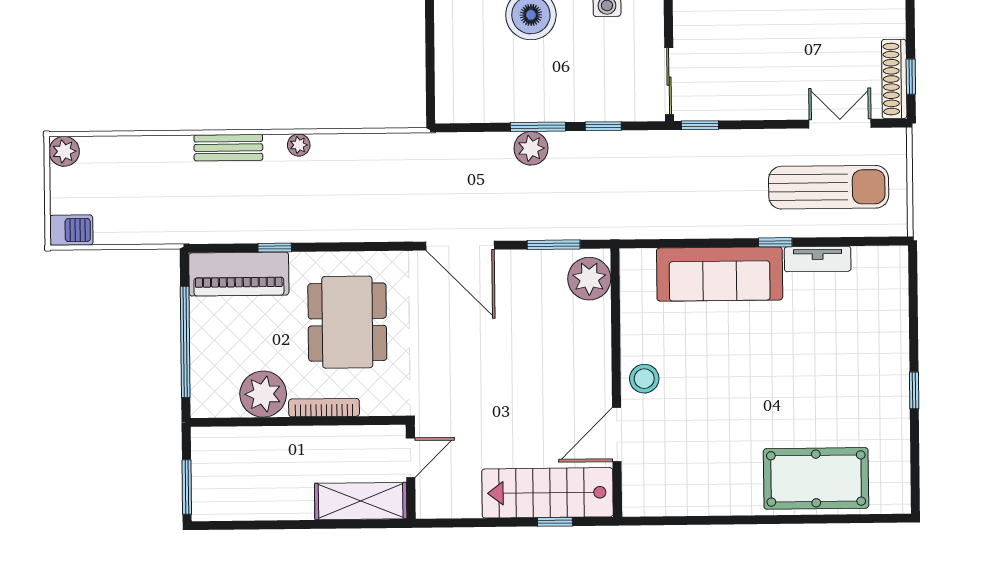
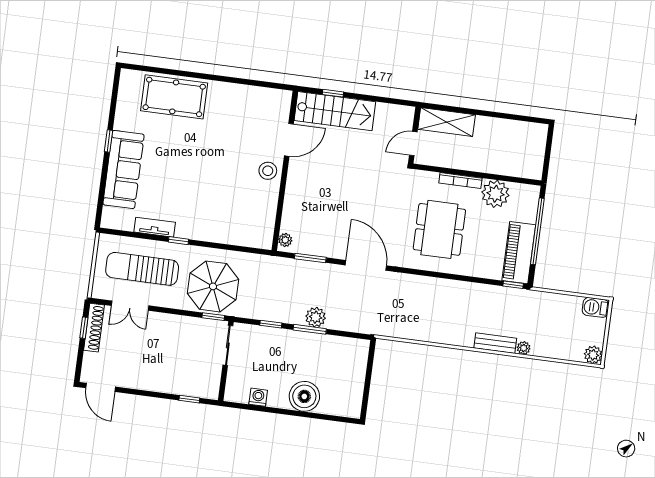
plant: (299, 145) -> (524, 348), moved
parasol: (708, 175) -> (213, 286), added
window: (275, 248) -> (513, 285), moved
piano: (239, 274) -> (519, 253), moved, turned -90
sofa: (720, 274) -> (124, 169), moved, turned 90
plant: (589, 279) -> (285, 240), width x0.53, depth x0.53
window: (187, 487) -> (549, 145), removed

